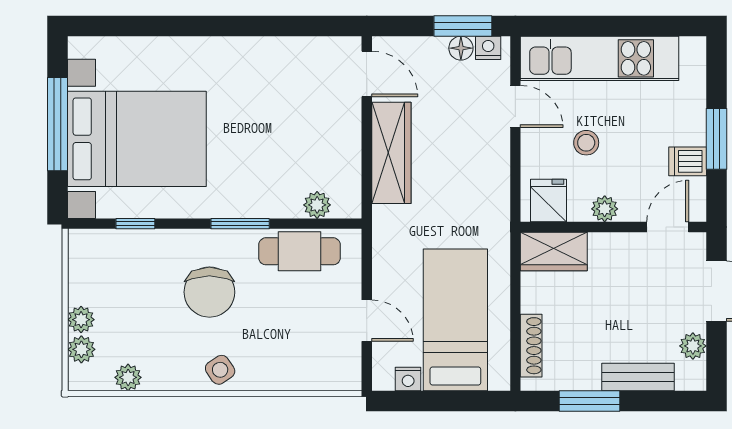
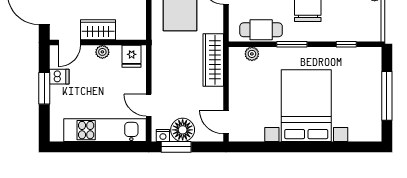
floor lamp: (461, 48) -> (183, 130), width x1.89, depth x1.89
bed with nightstands: (137, 139) -> (306, 106), moved, turned 90
stool: (586, 143) -> (112, 86), removed
wardrobe: (391, 153) -> (213, 60), moved
wardrobe: (554, 251) -> (98, 30), moved

